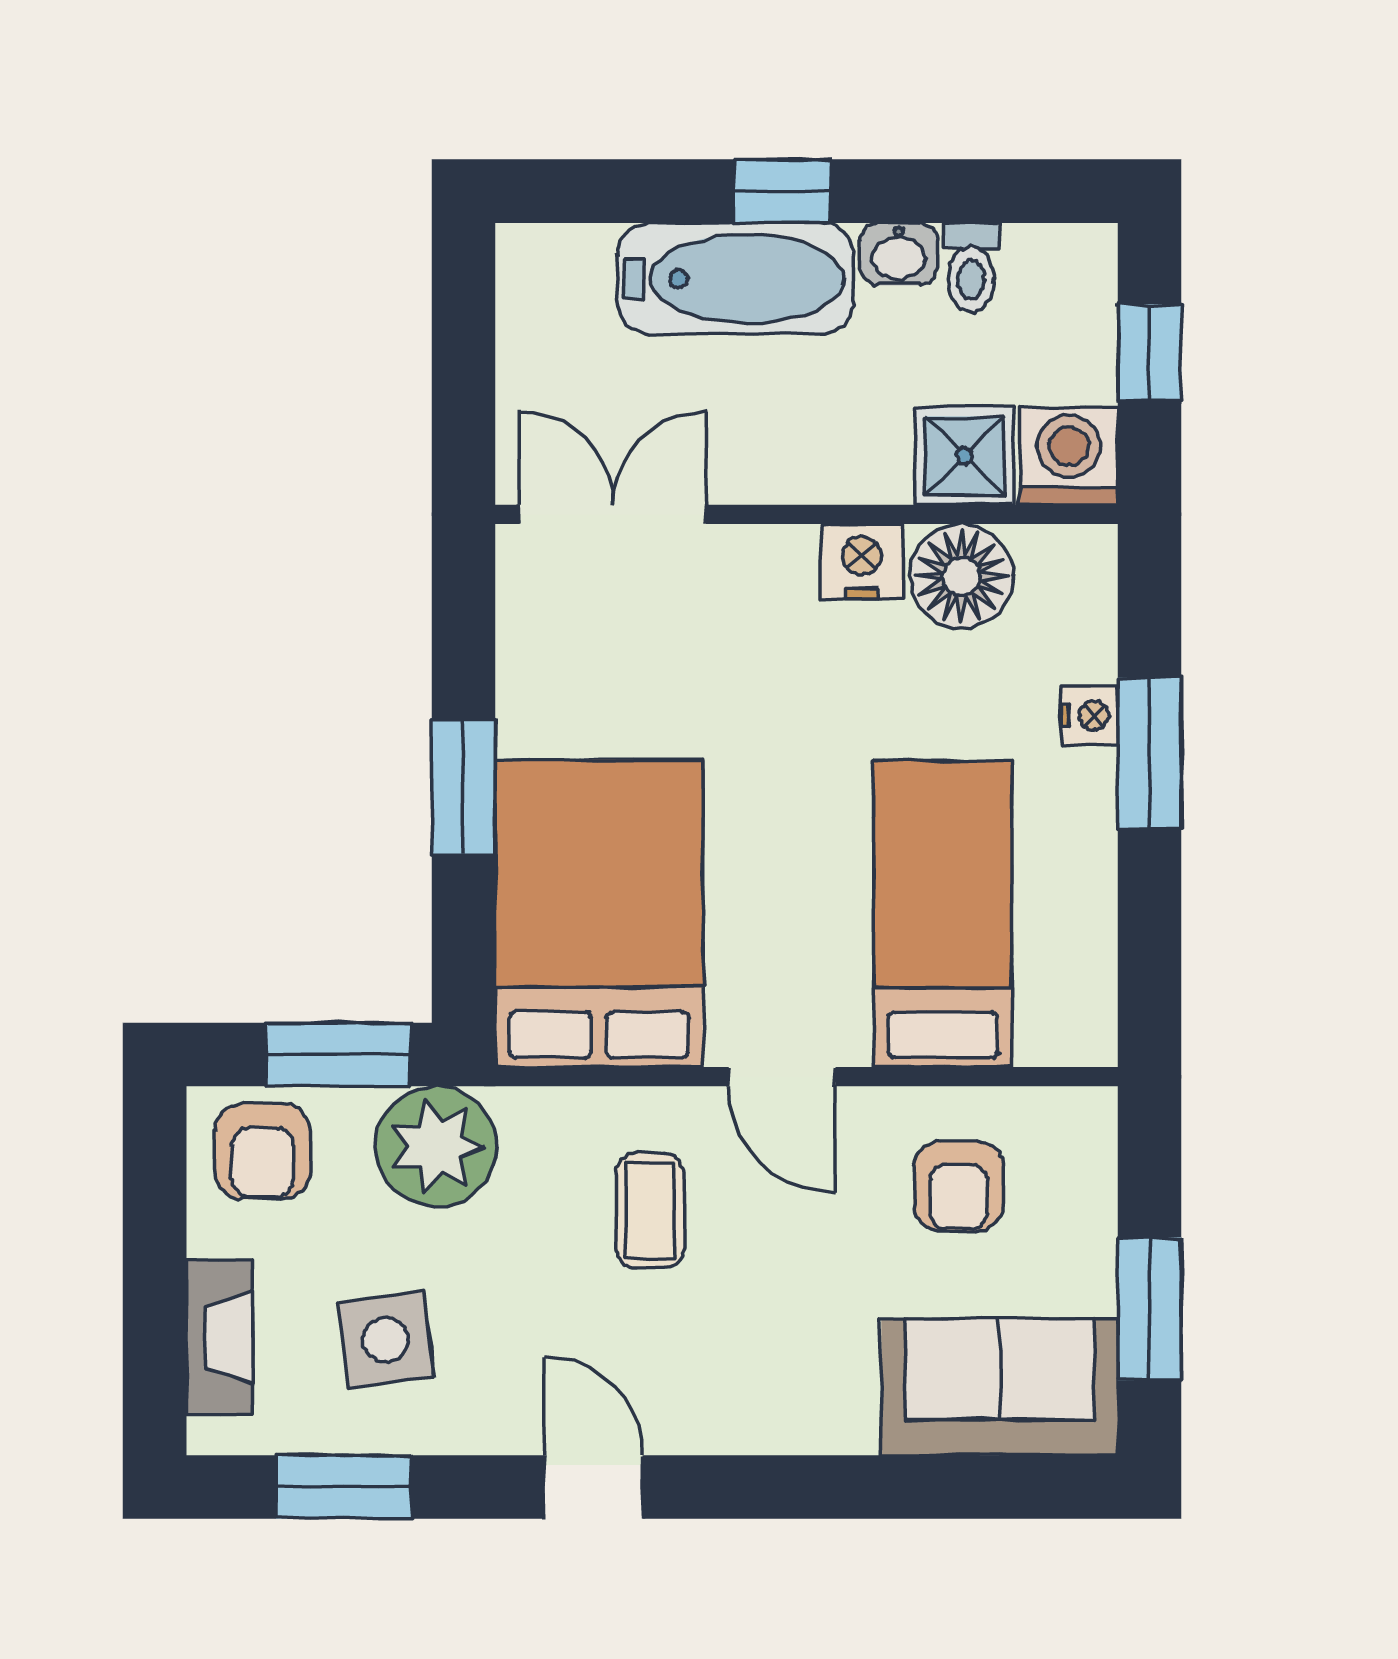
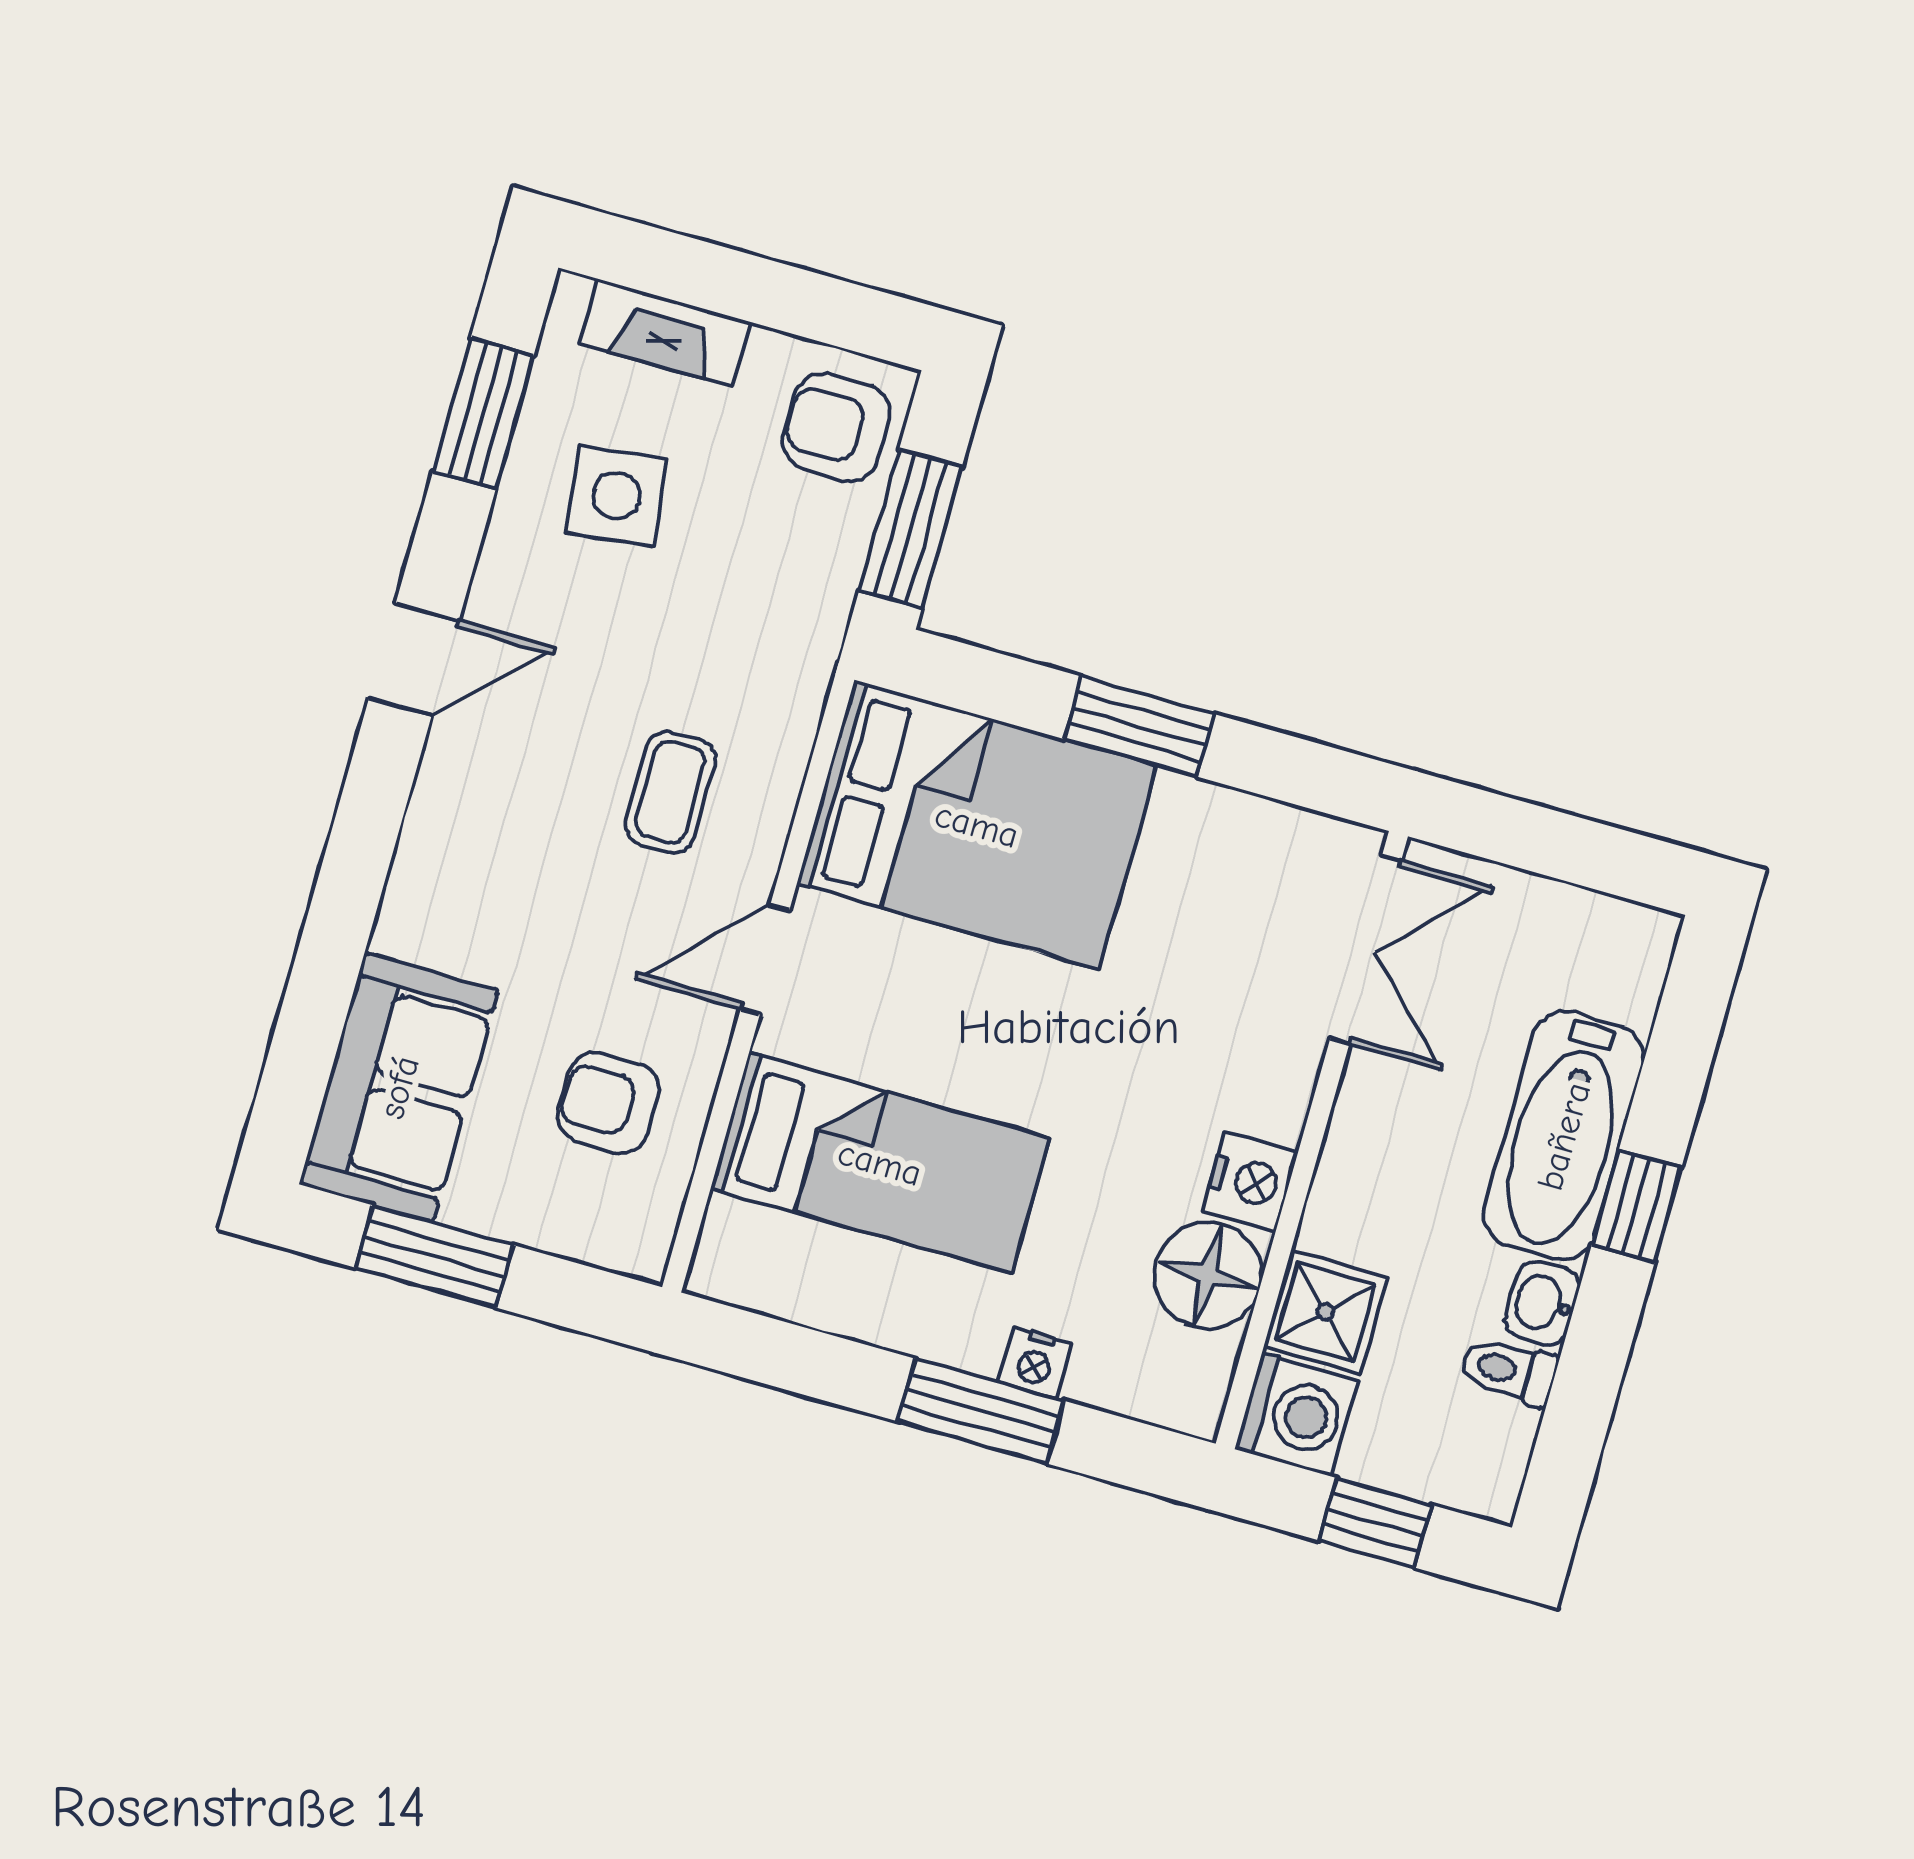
plant: (436, 1147) -> (793, 599), removed
coffee table: (650, 1210) -> (670, 792), turned 90

